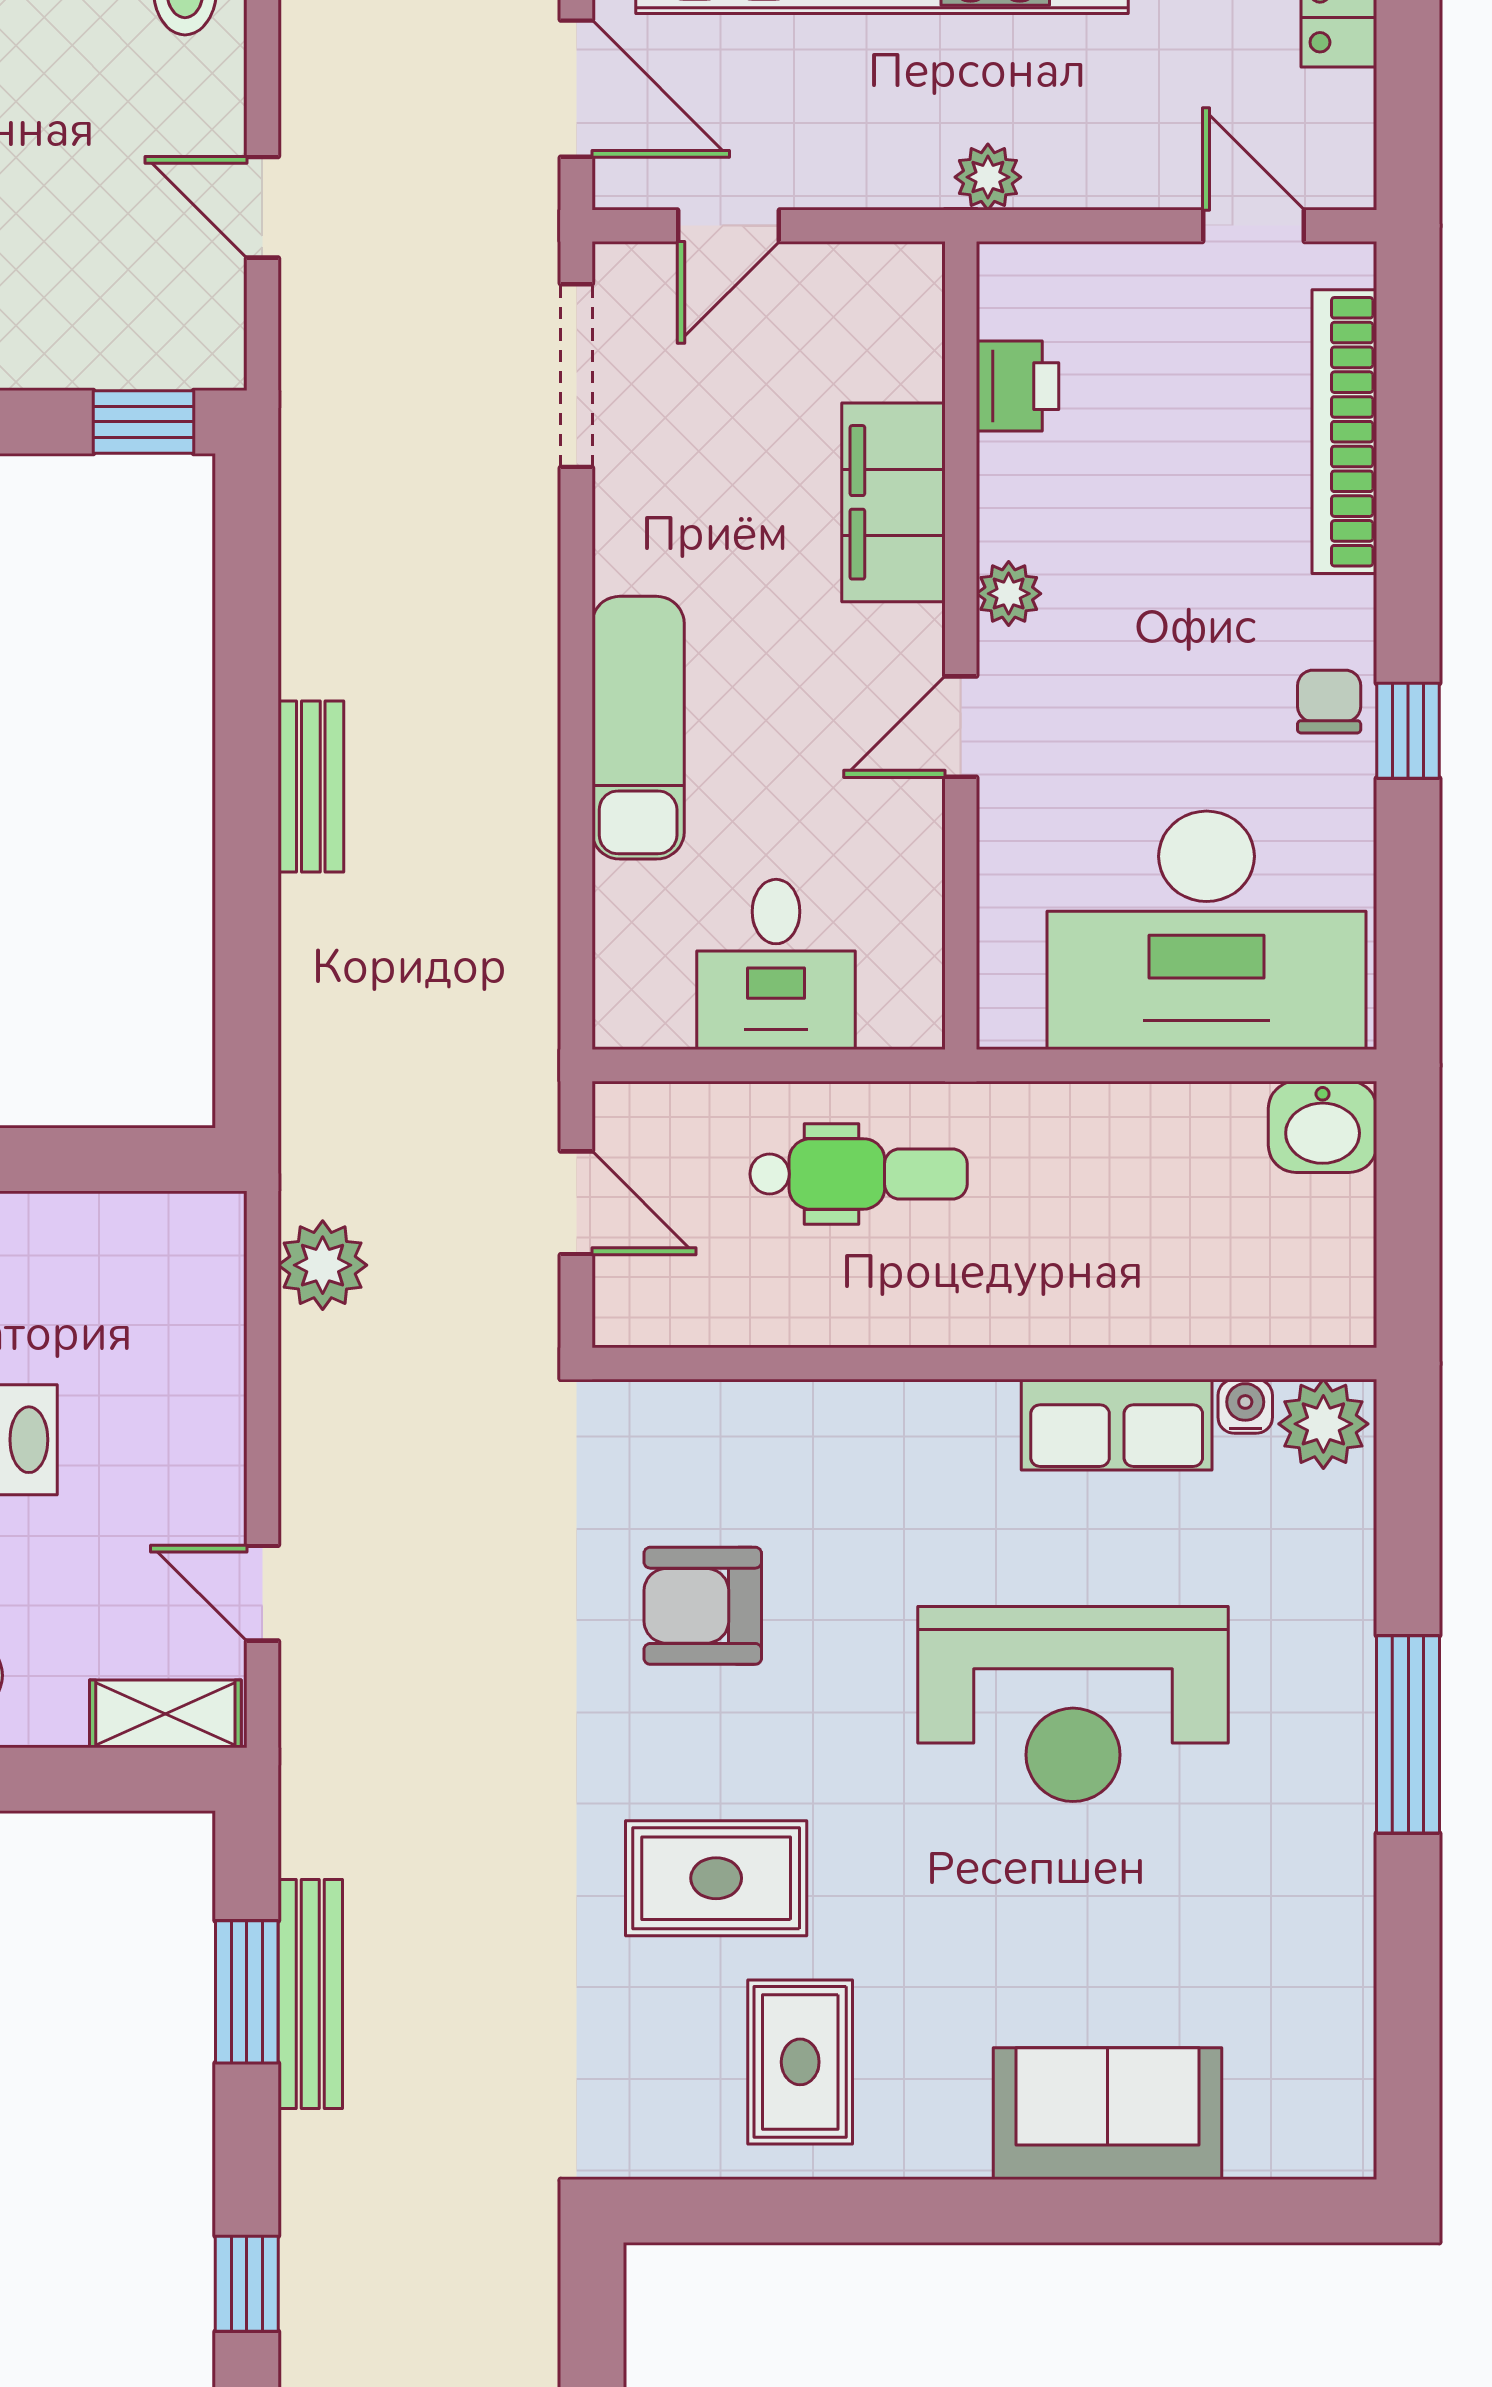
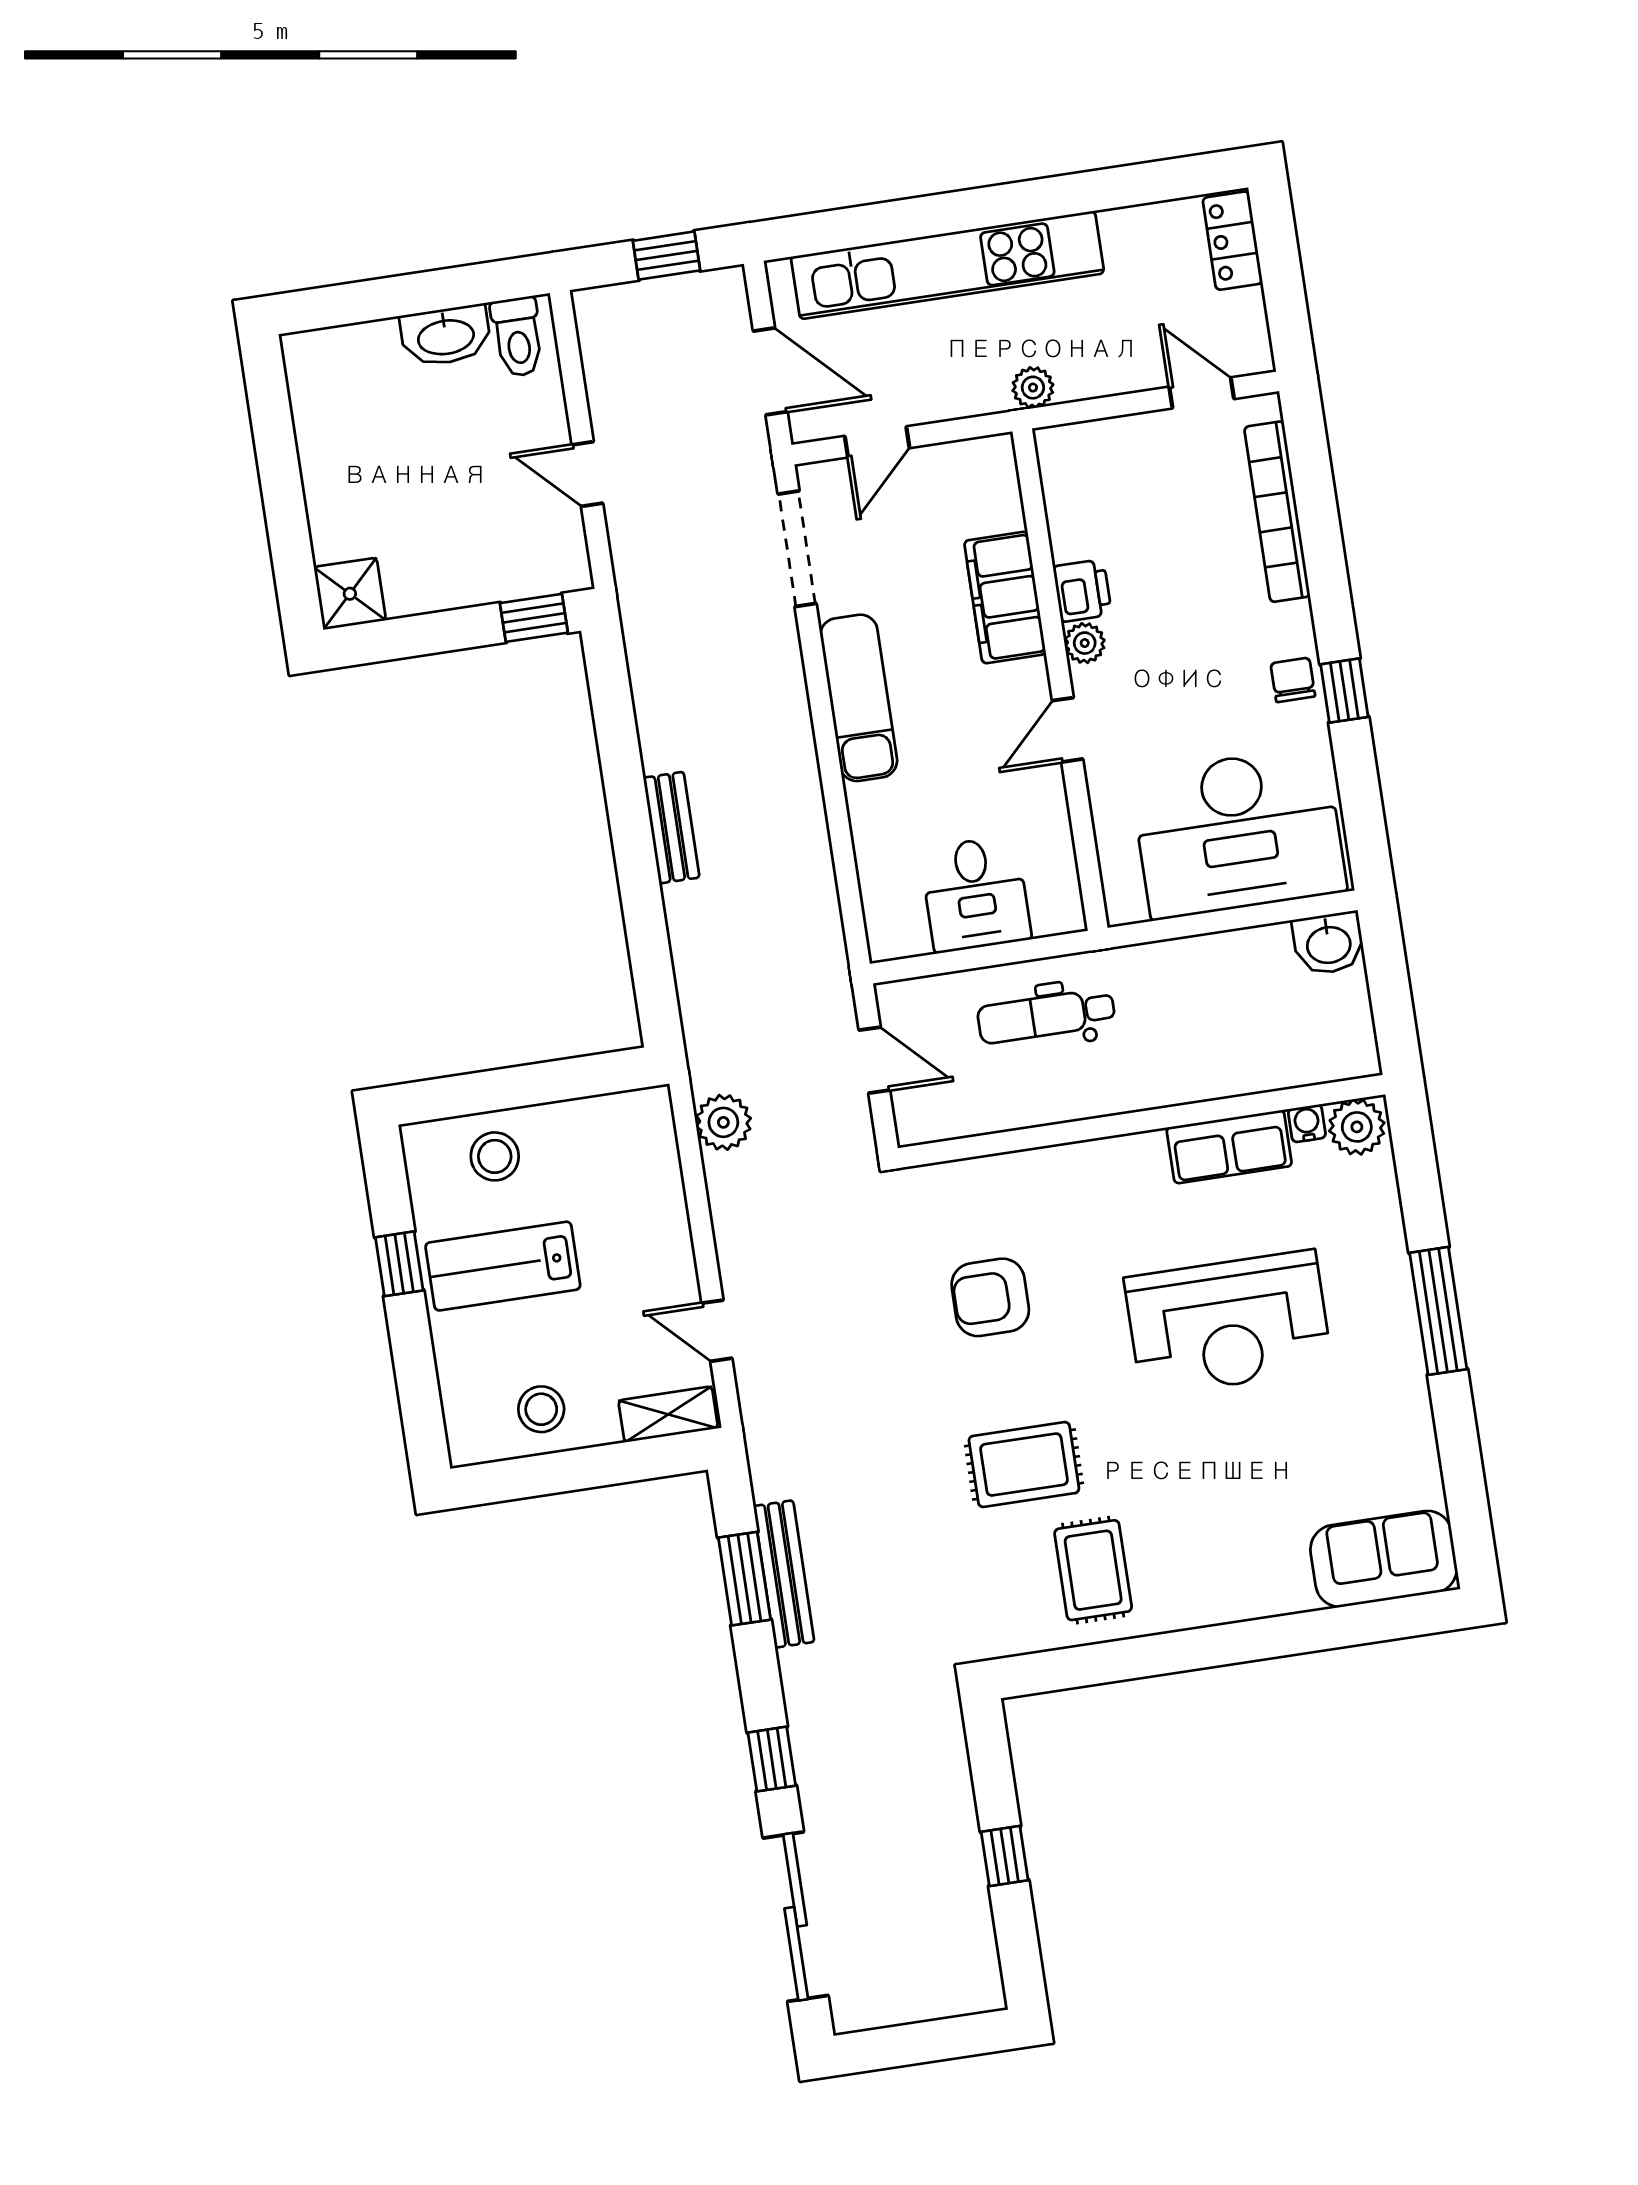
printer: (1018, 386) -> (1082, 591), moved
exam couch: (638, 728) -> (859, 698), moved
dental chair: (859, 1174) -> (1046, 1016), turned 180
sofa: (1108, 2114) -> (1384, 1559), moved

